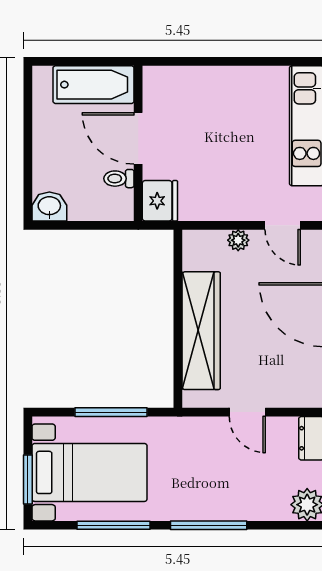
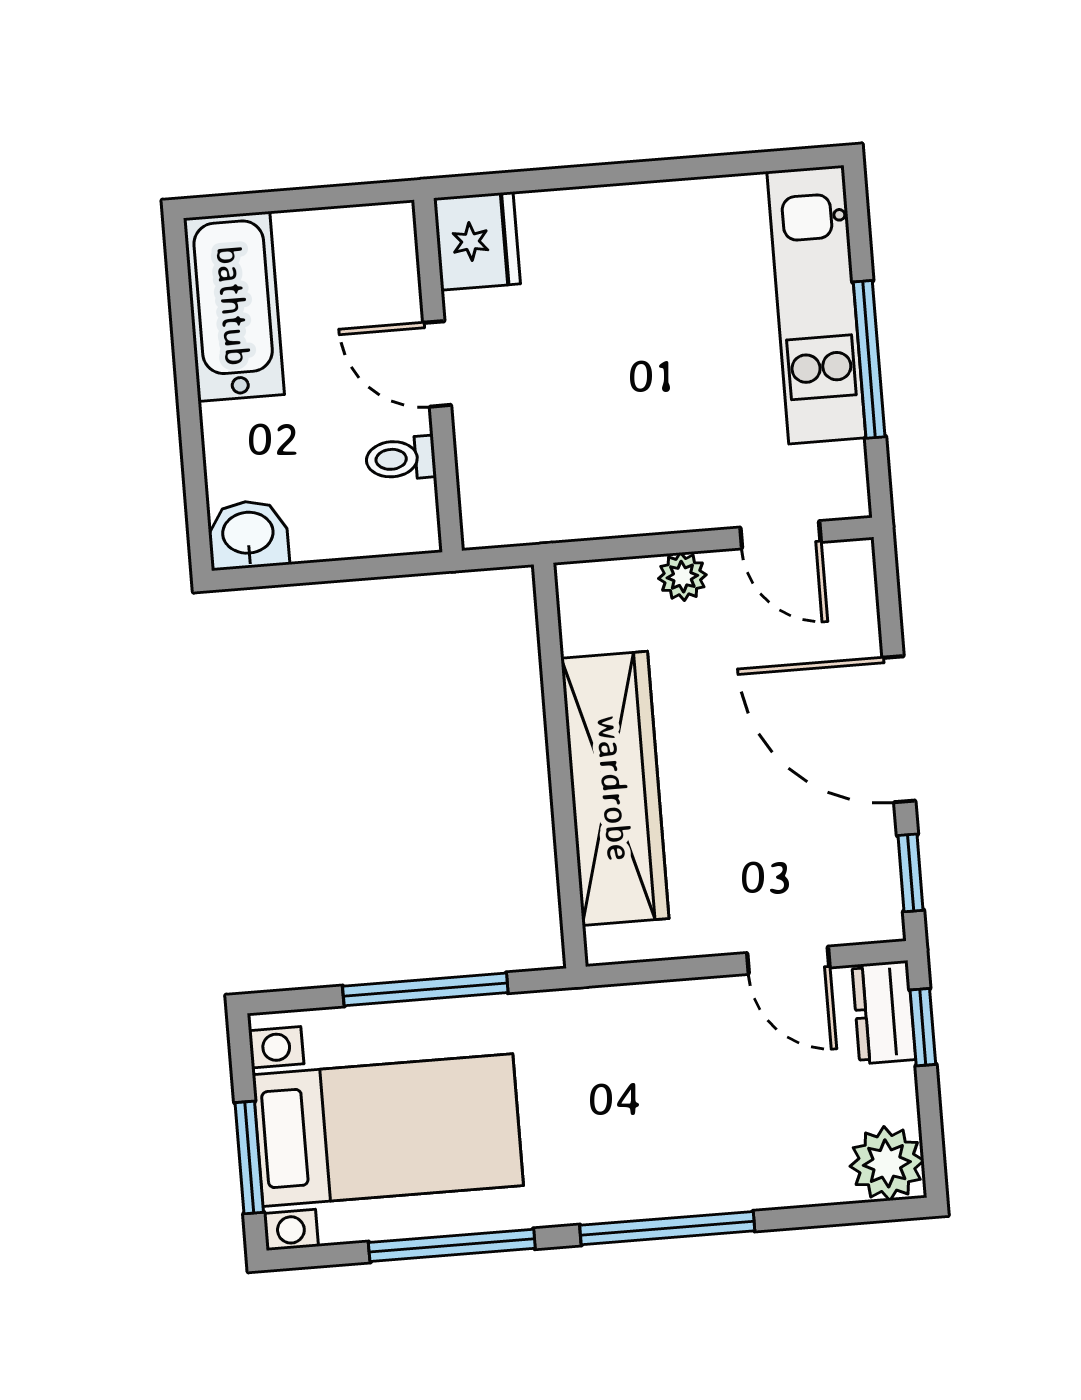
bathtub: (93, 85) -> (234, 306), moved, turned -90
door: (138, 138) -> (437, 364), width x0.73
fridge: (160, 201) -> (477, 241), moved
door: (247, 412) -> (788, 960), moved

